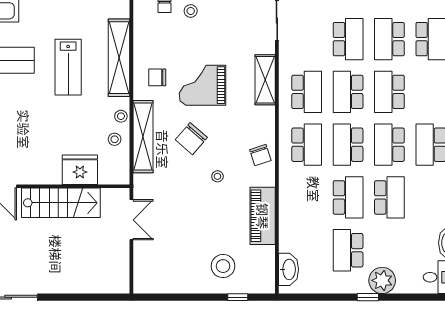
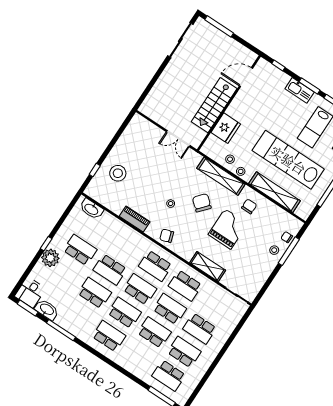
lab bench: (68, 67) -> (288, 160), width x1.86, depth x1.39
school desk: (389, 197) -> (95, 293), turned 180
piano: (263, 216) -> (135, 219), width x0.73, depth x0.75

